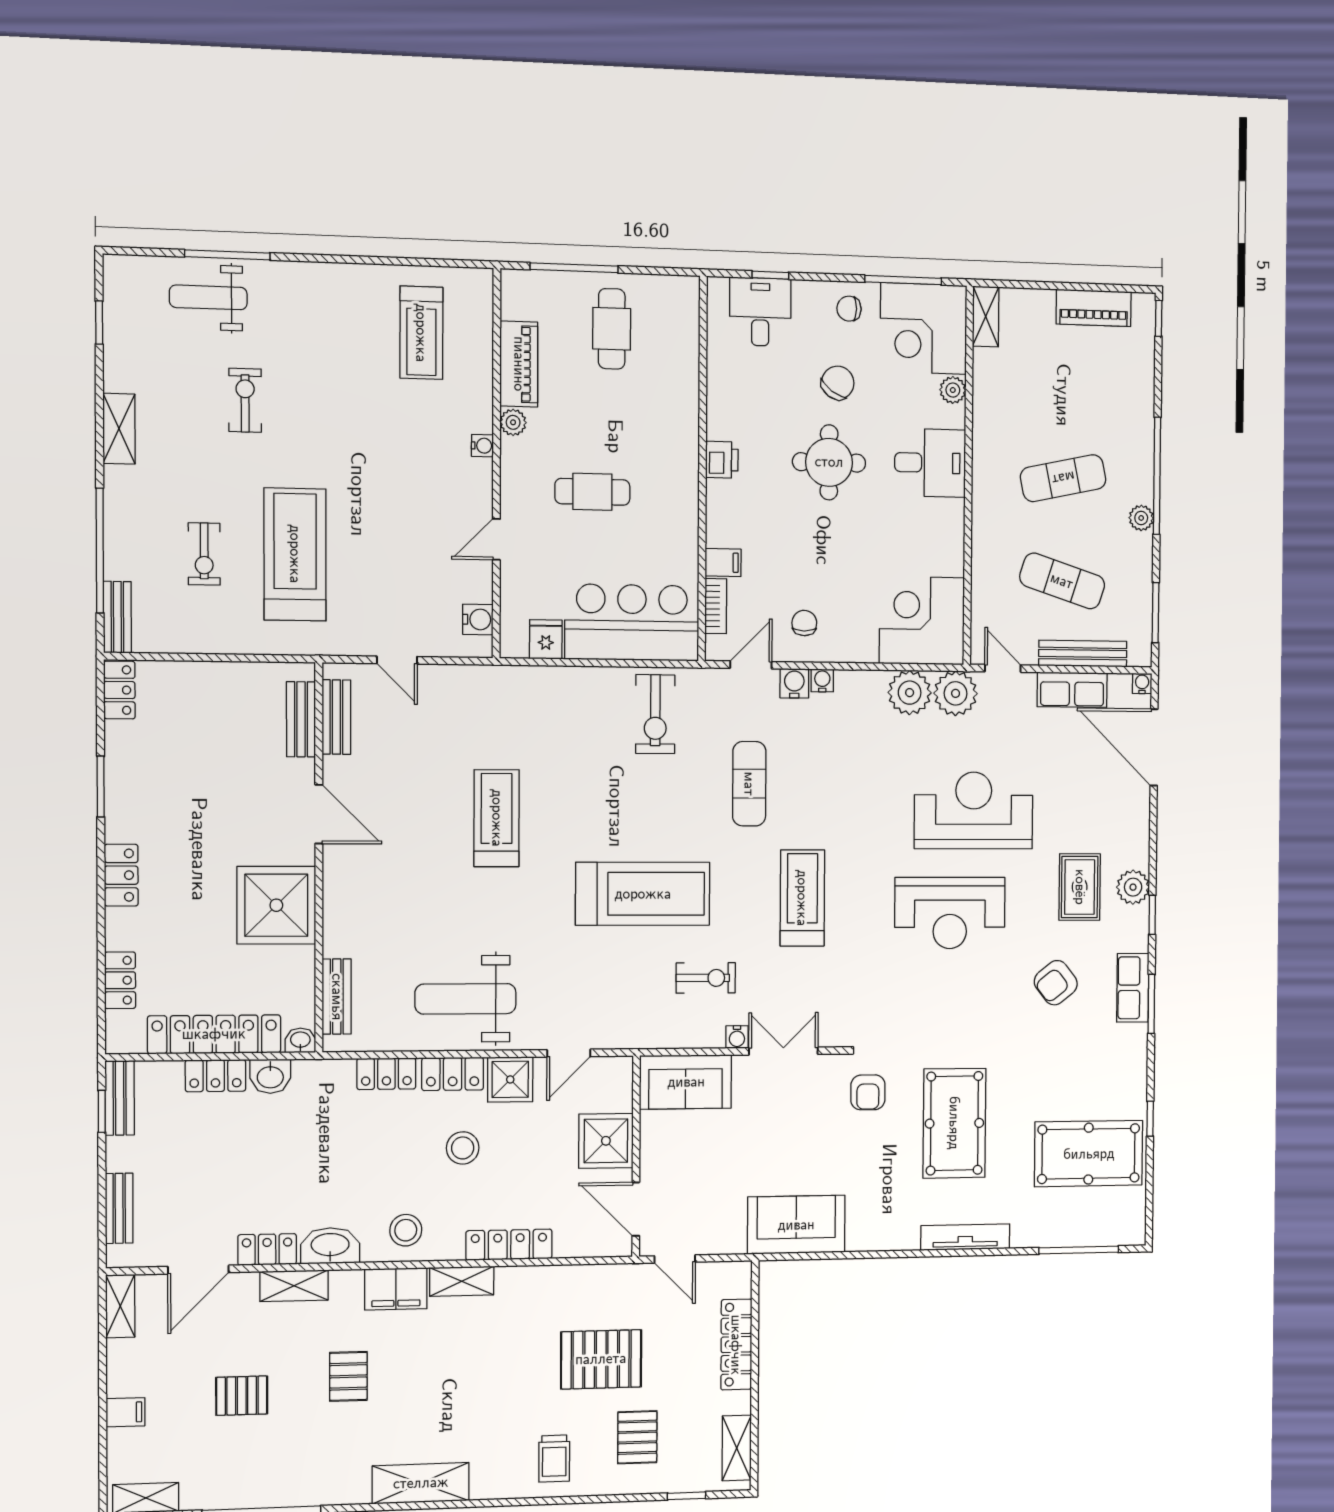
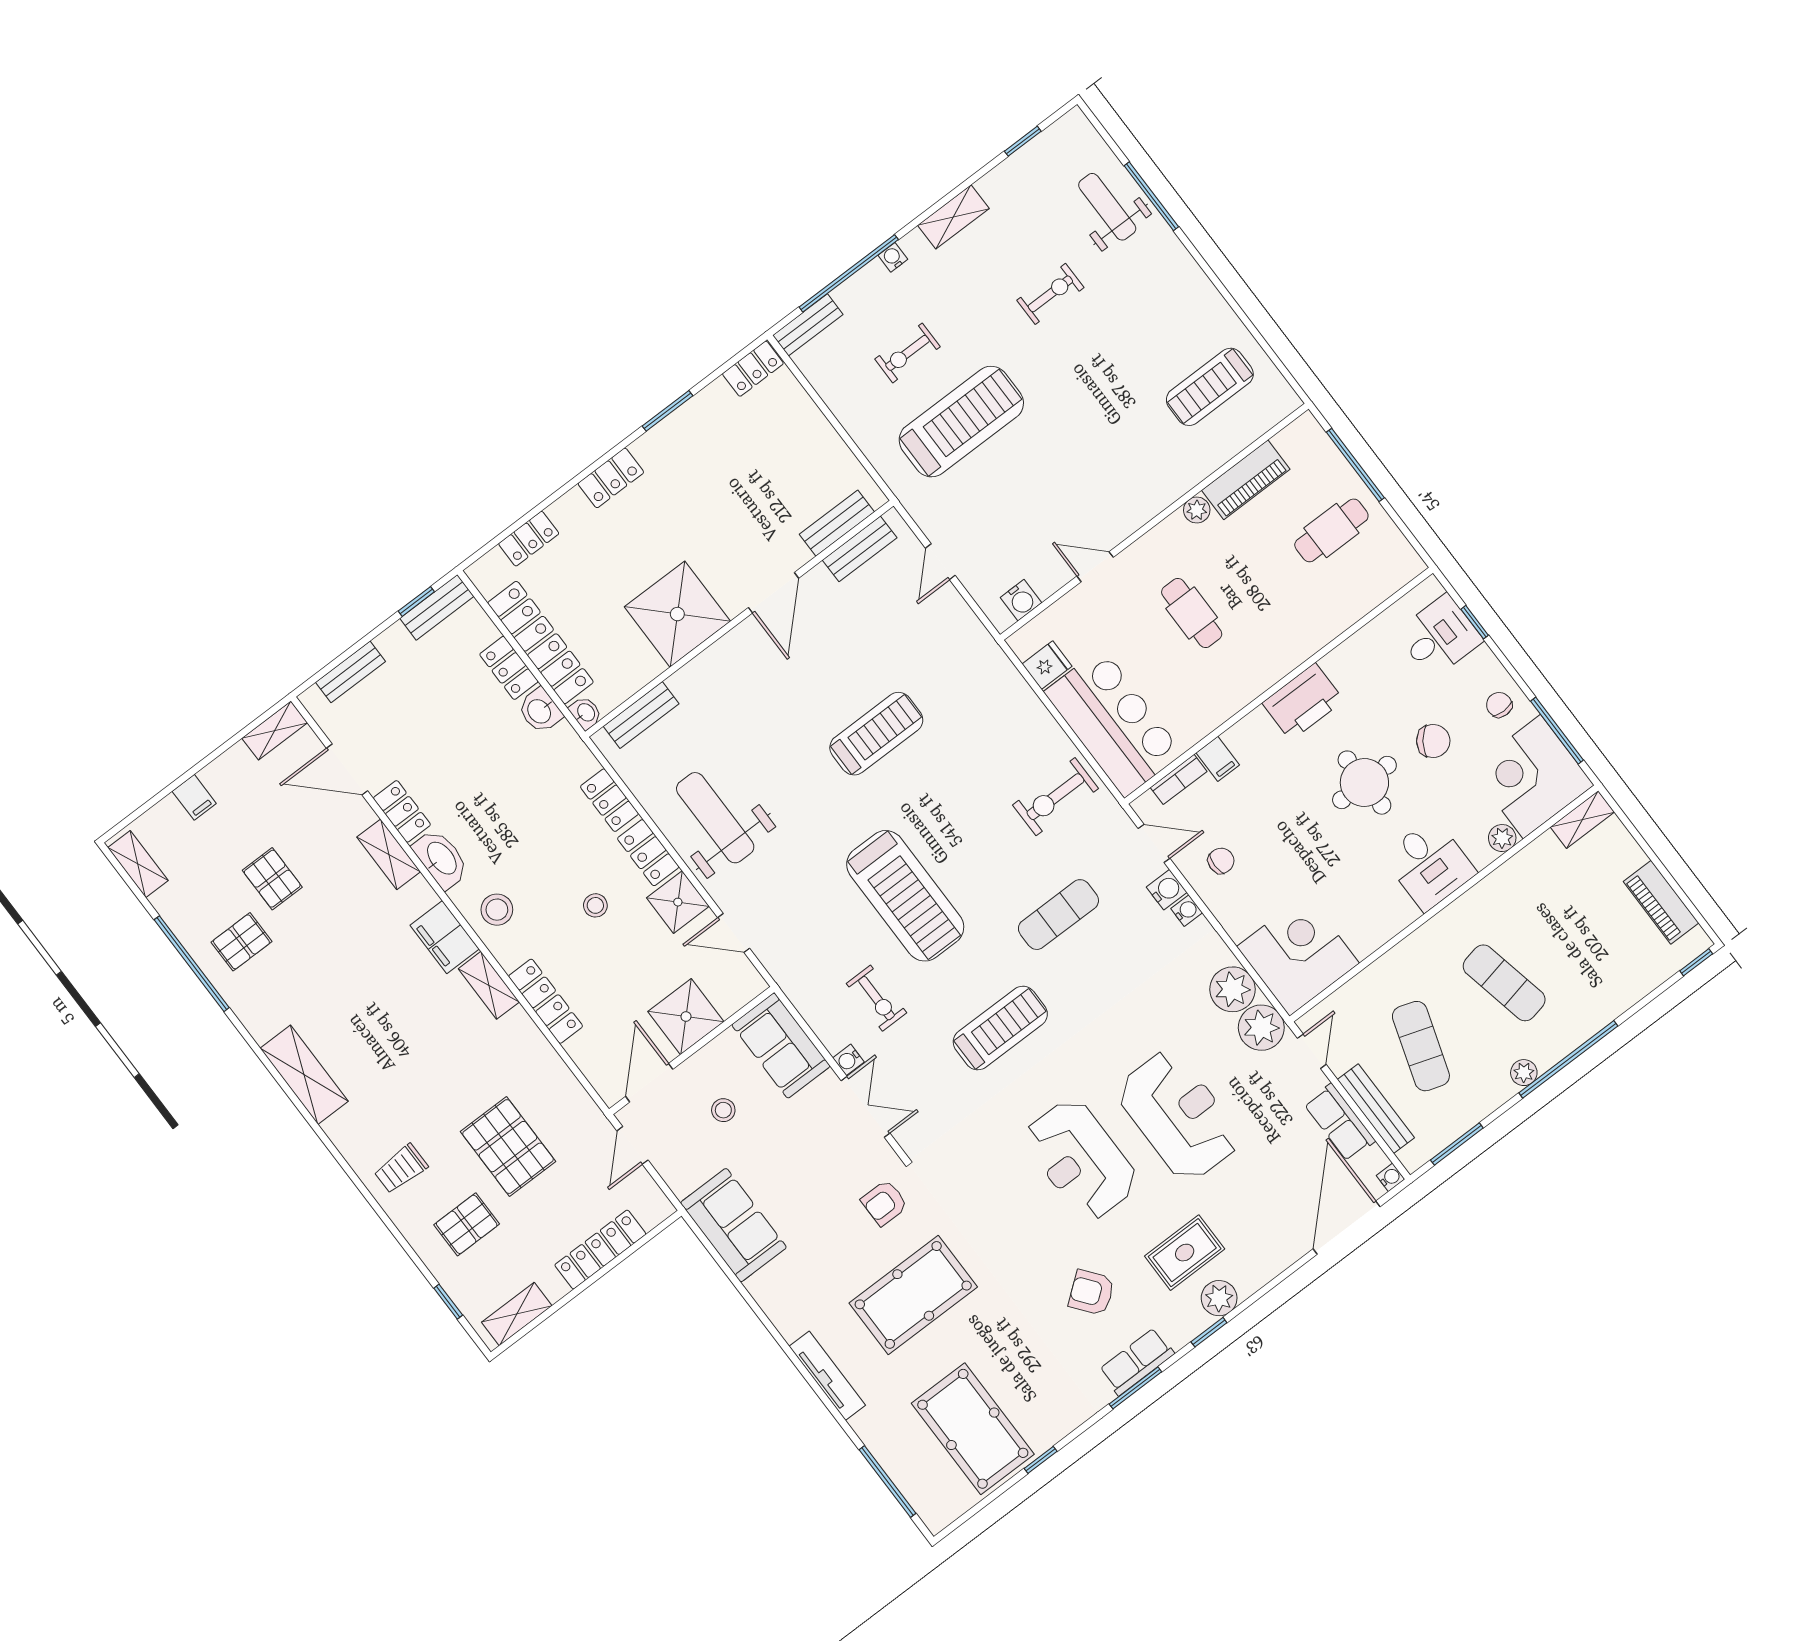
water cooler: (482, 446) -> (893, 257), moved, turned 180
printer: (722, 460) -> (1303, 702), width x1.87, depth x1.48
stool: (463, 1148) -> (595, 905), width x0.73, depth x0.73
stool: (701, 1166) -> (723, 1110), added
pallet: (348, 1376) -> (241, 942), moved

